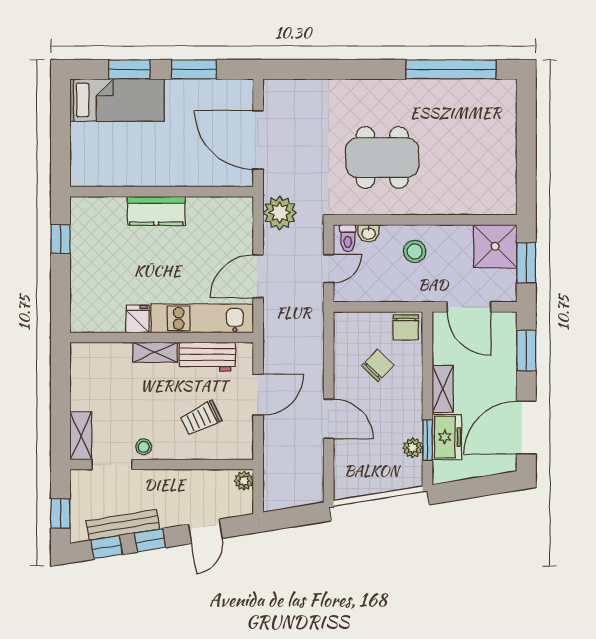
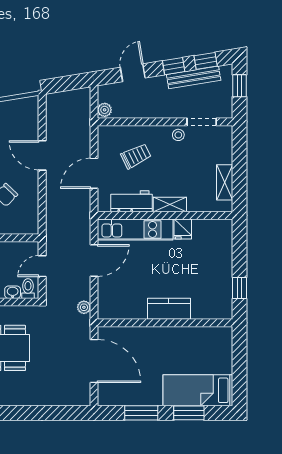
plant: (280, 213) -> (84, 307), width x0.53, depth x0.53
shelving: (81, 436) -> (225, 182), moved

